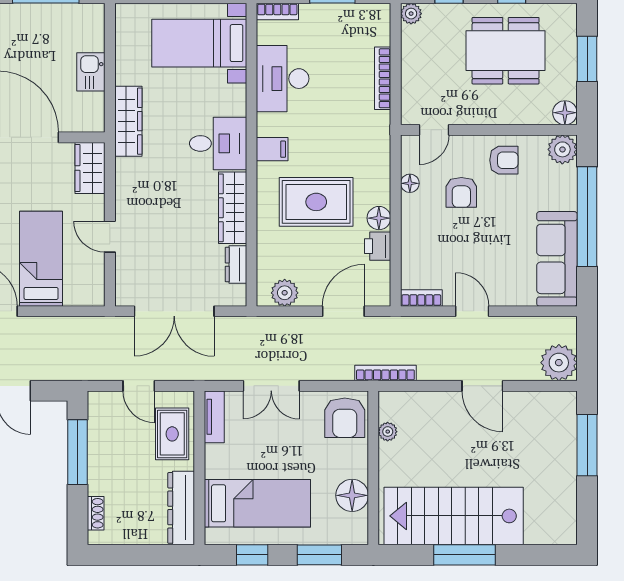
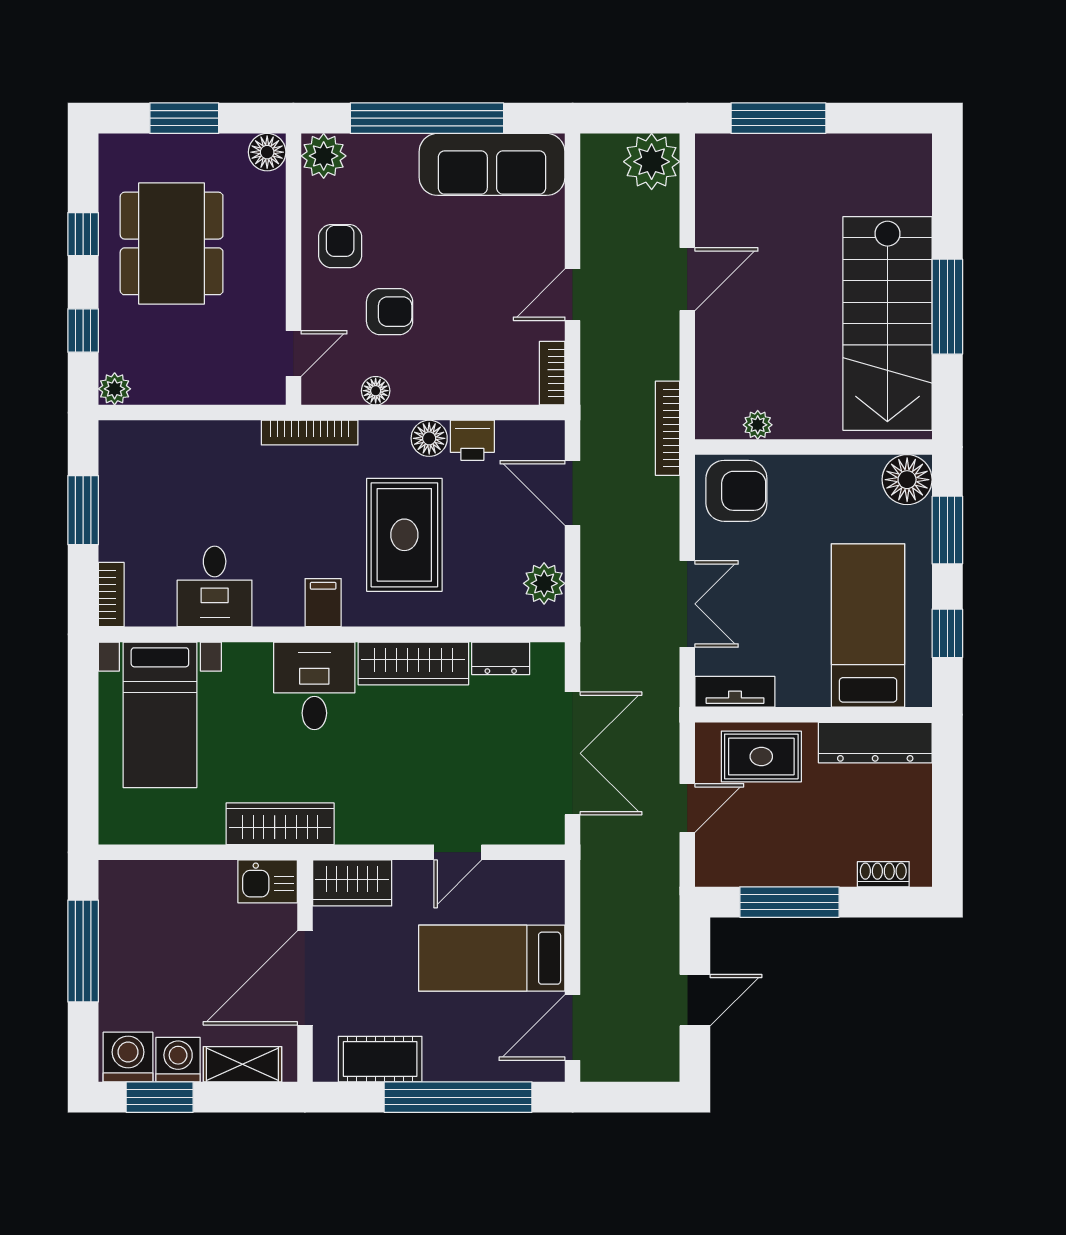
kitchen sink: (91, 72) -> (268, 881), moved
bookcase: (383, 78) -> (310, 433), moved
desk: (283, 79) -> (215, 586), width x0.73
door: (434, 130) -> (293, 353), hinge flipped
floor lamp: (352, 495) -> (907, 480), moved

